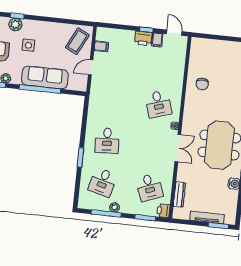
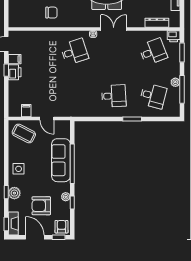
side table: (28, 45) -> (19, 169), moved

